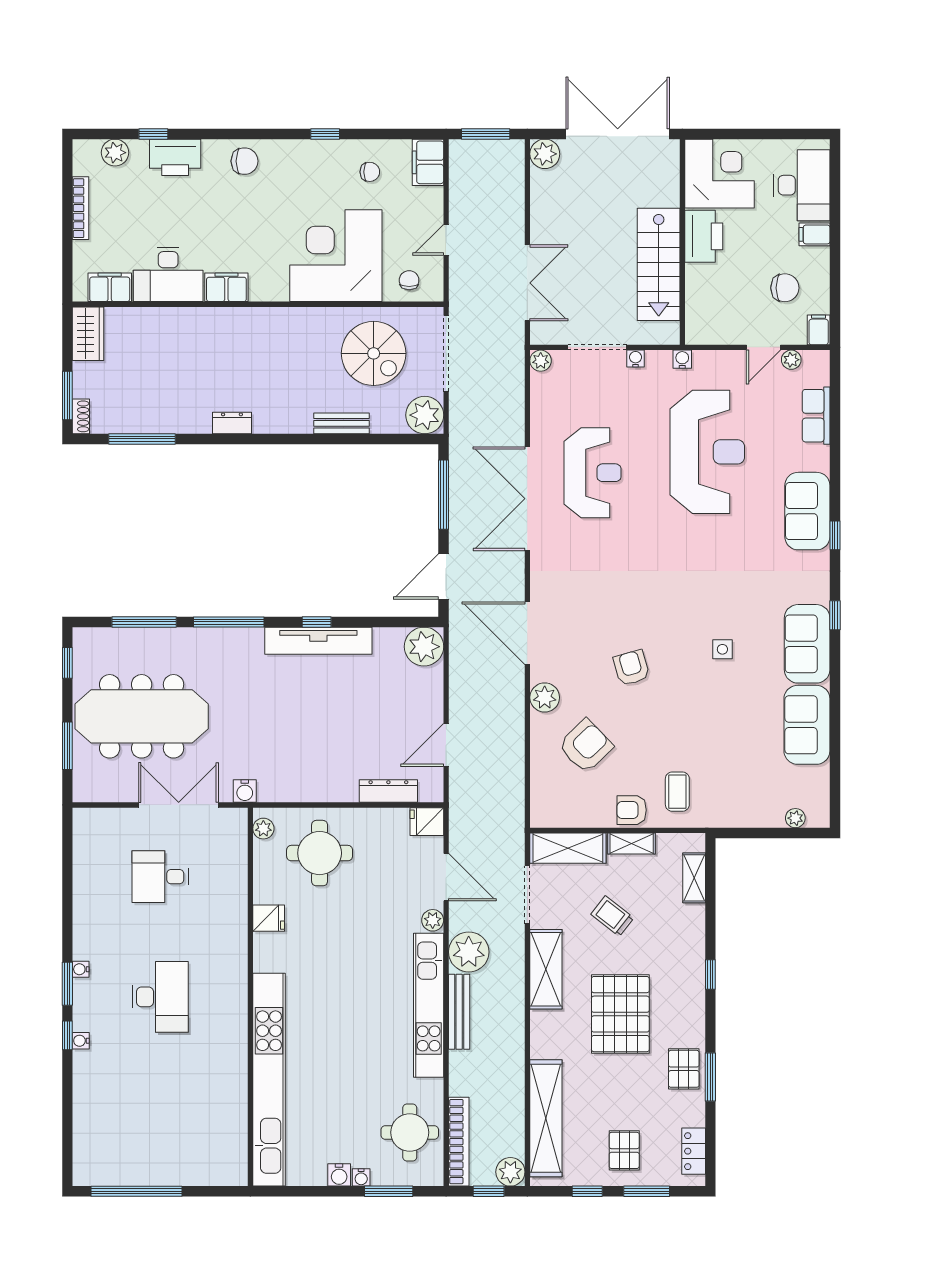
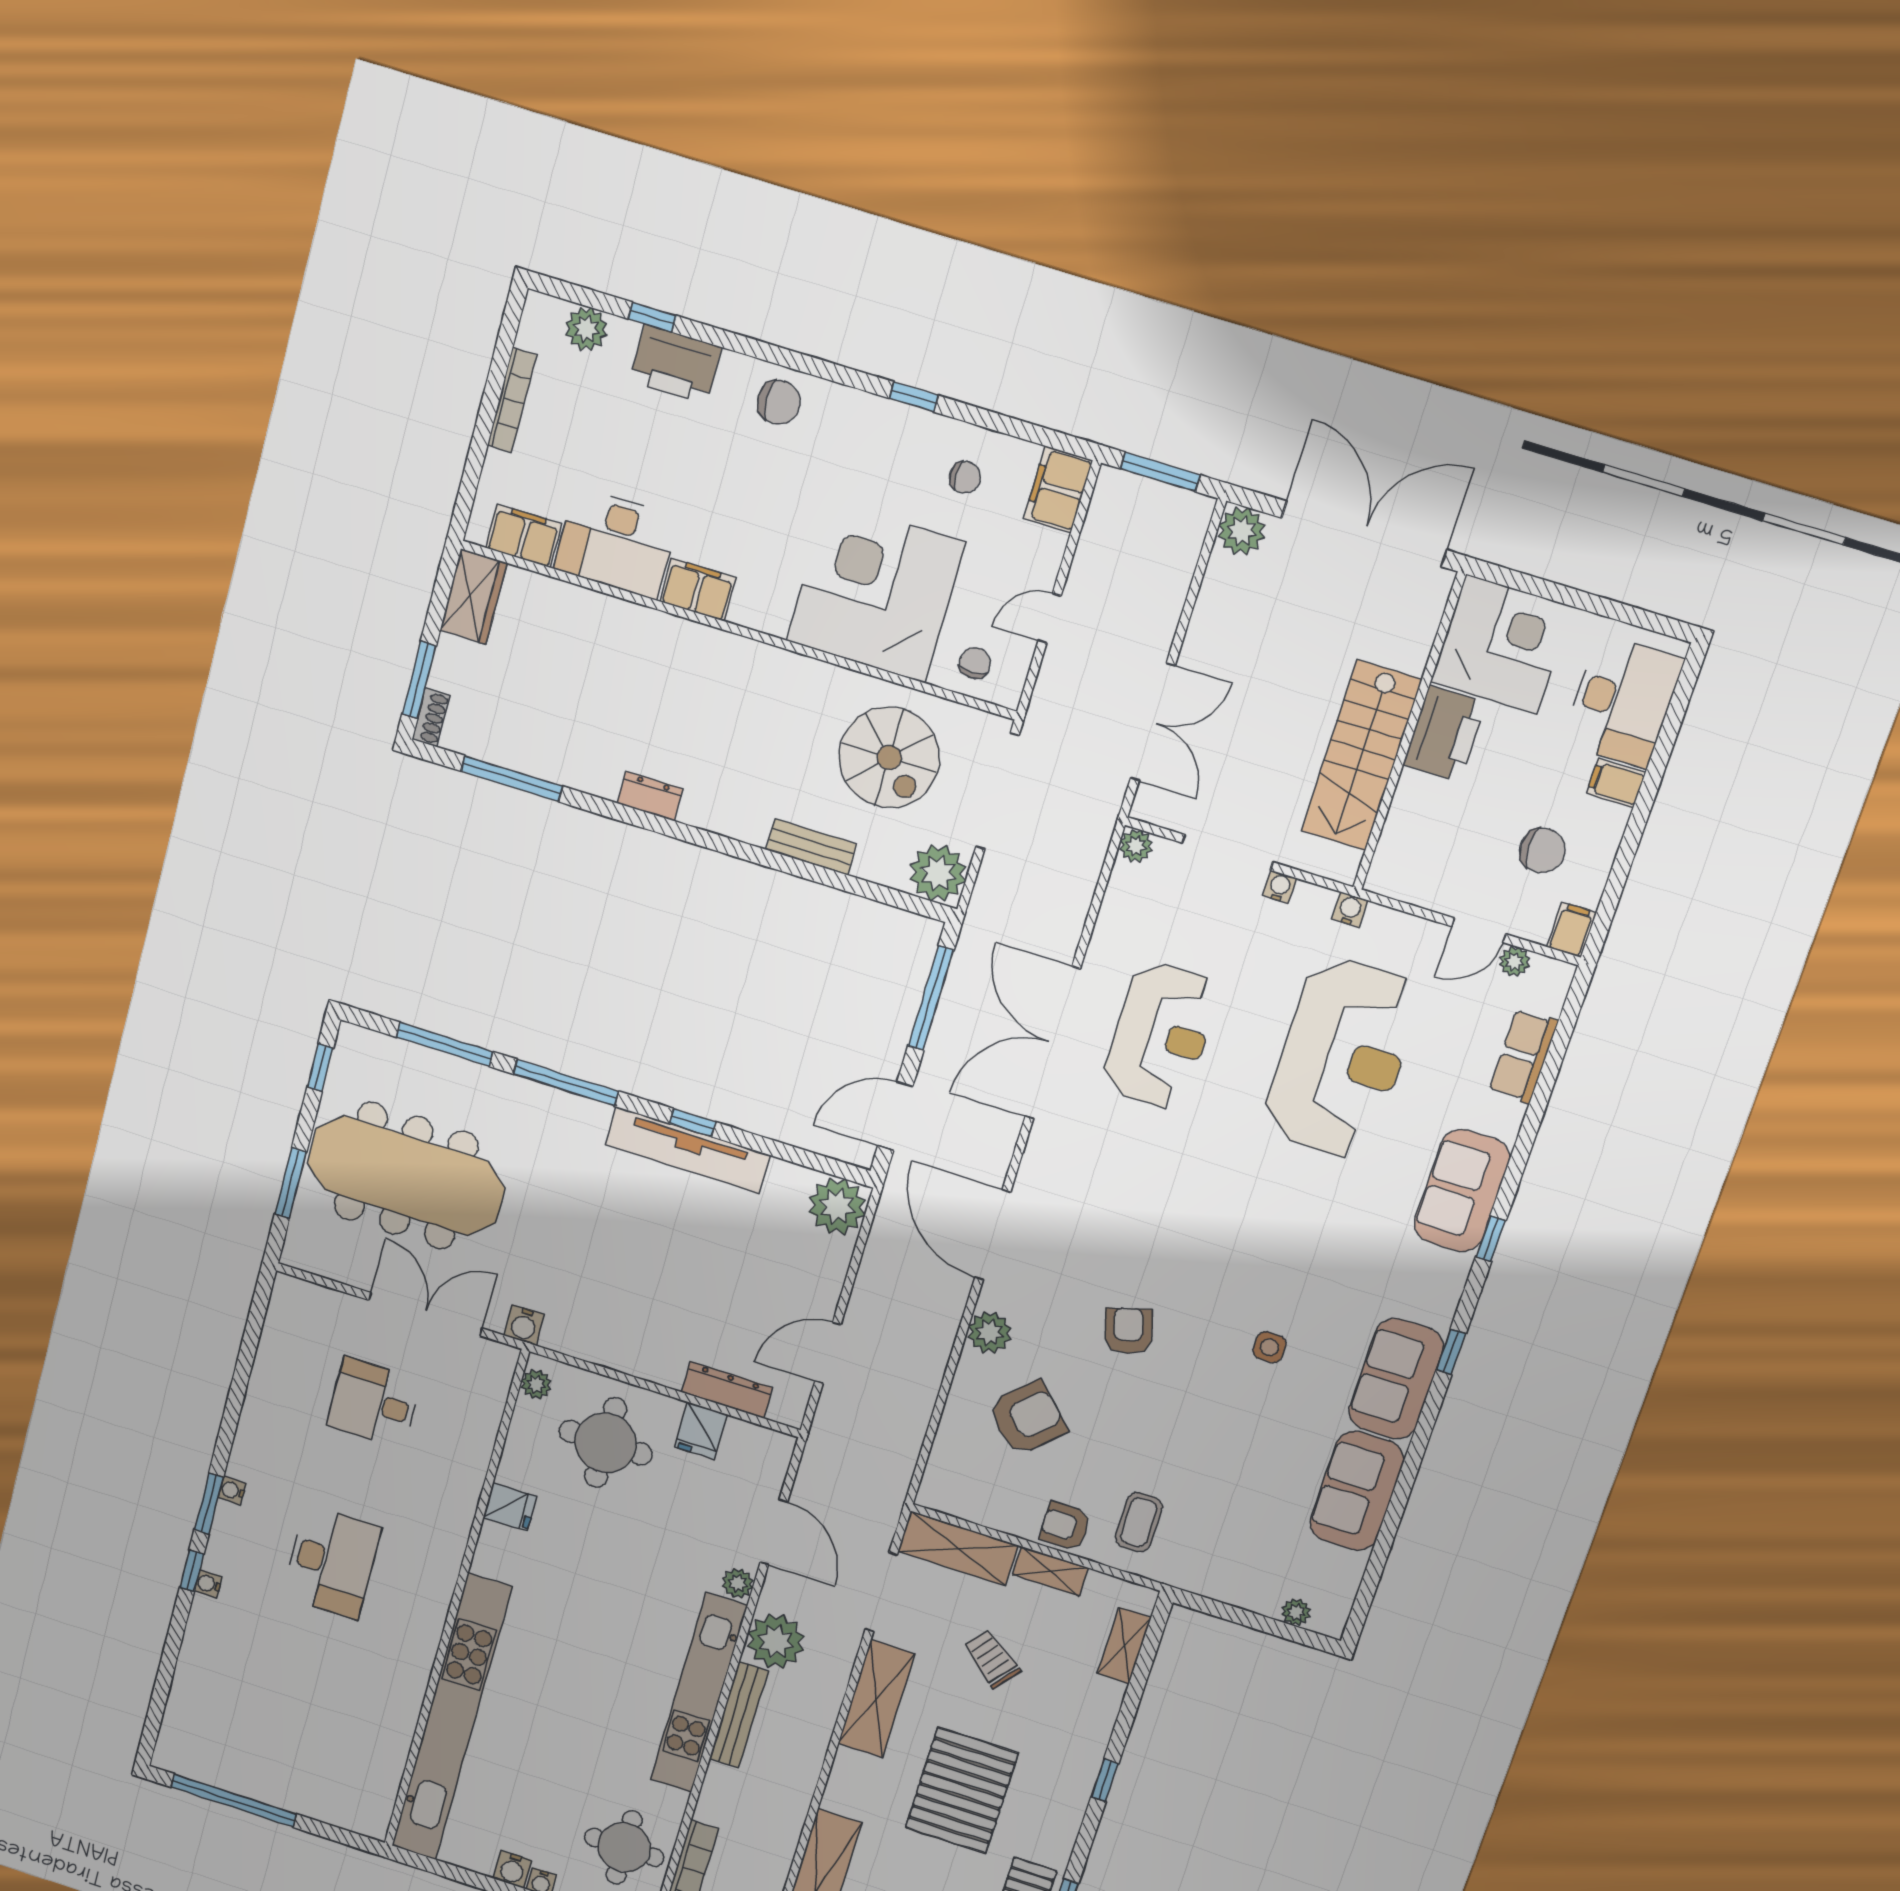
fridge: (427, 822) -> (701, 1431), moved, turned -90

